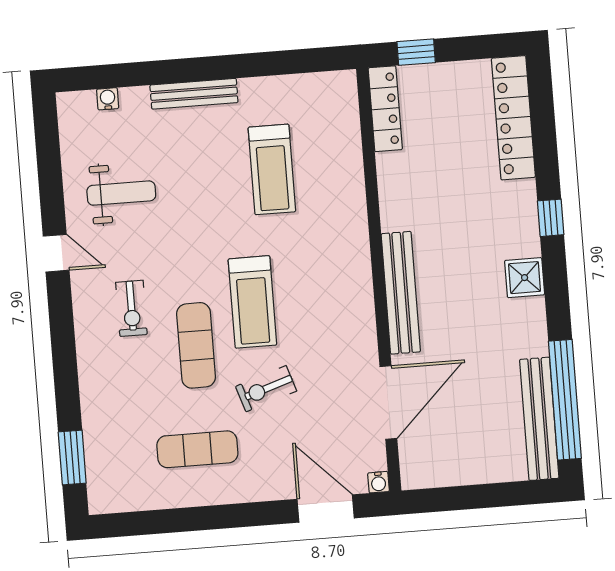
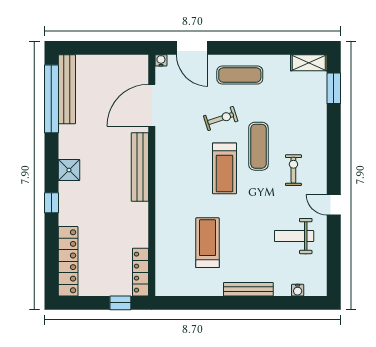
treadmill: (252, 302) -> (224, 168), turned 180
exercise mat: (197, 449) -> (240, 75), moved
shelving: (119, 498) -> (309, 63), added

